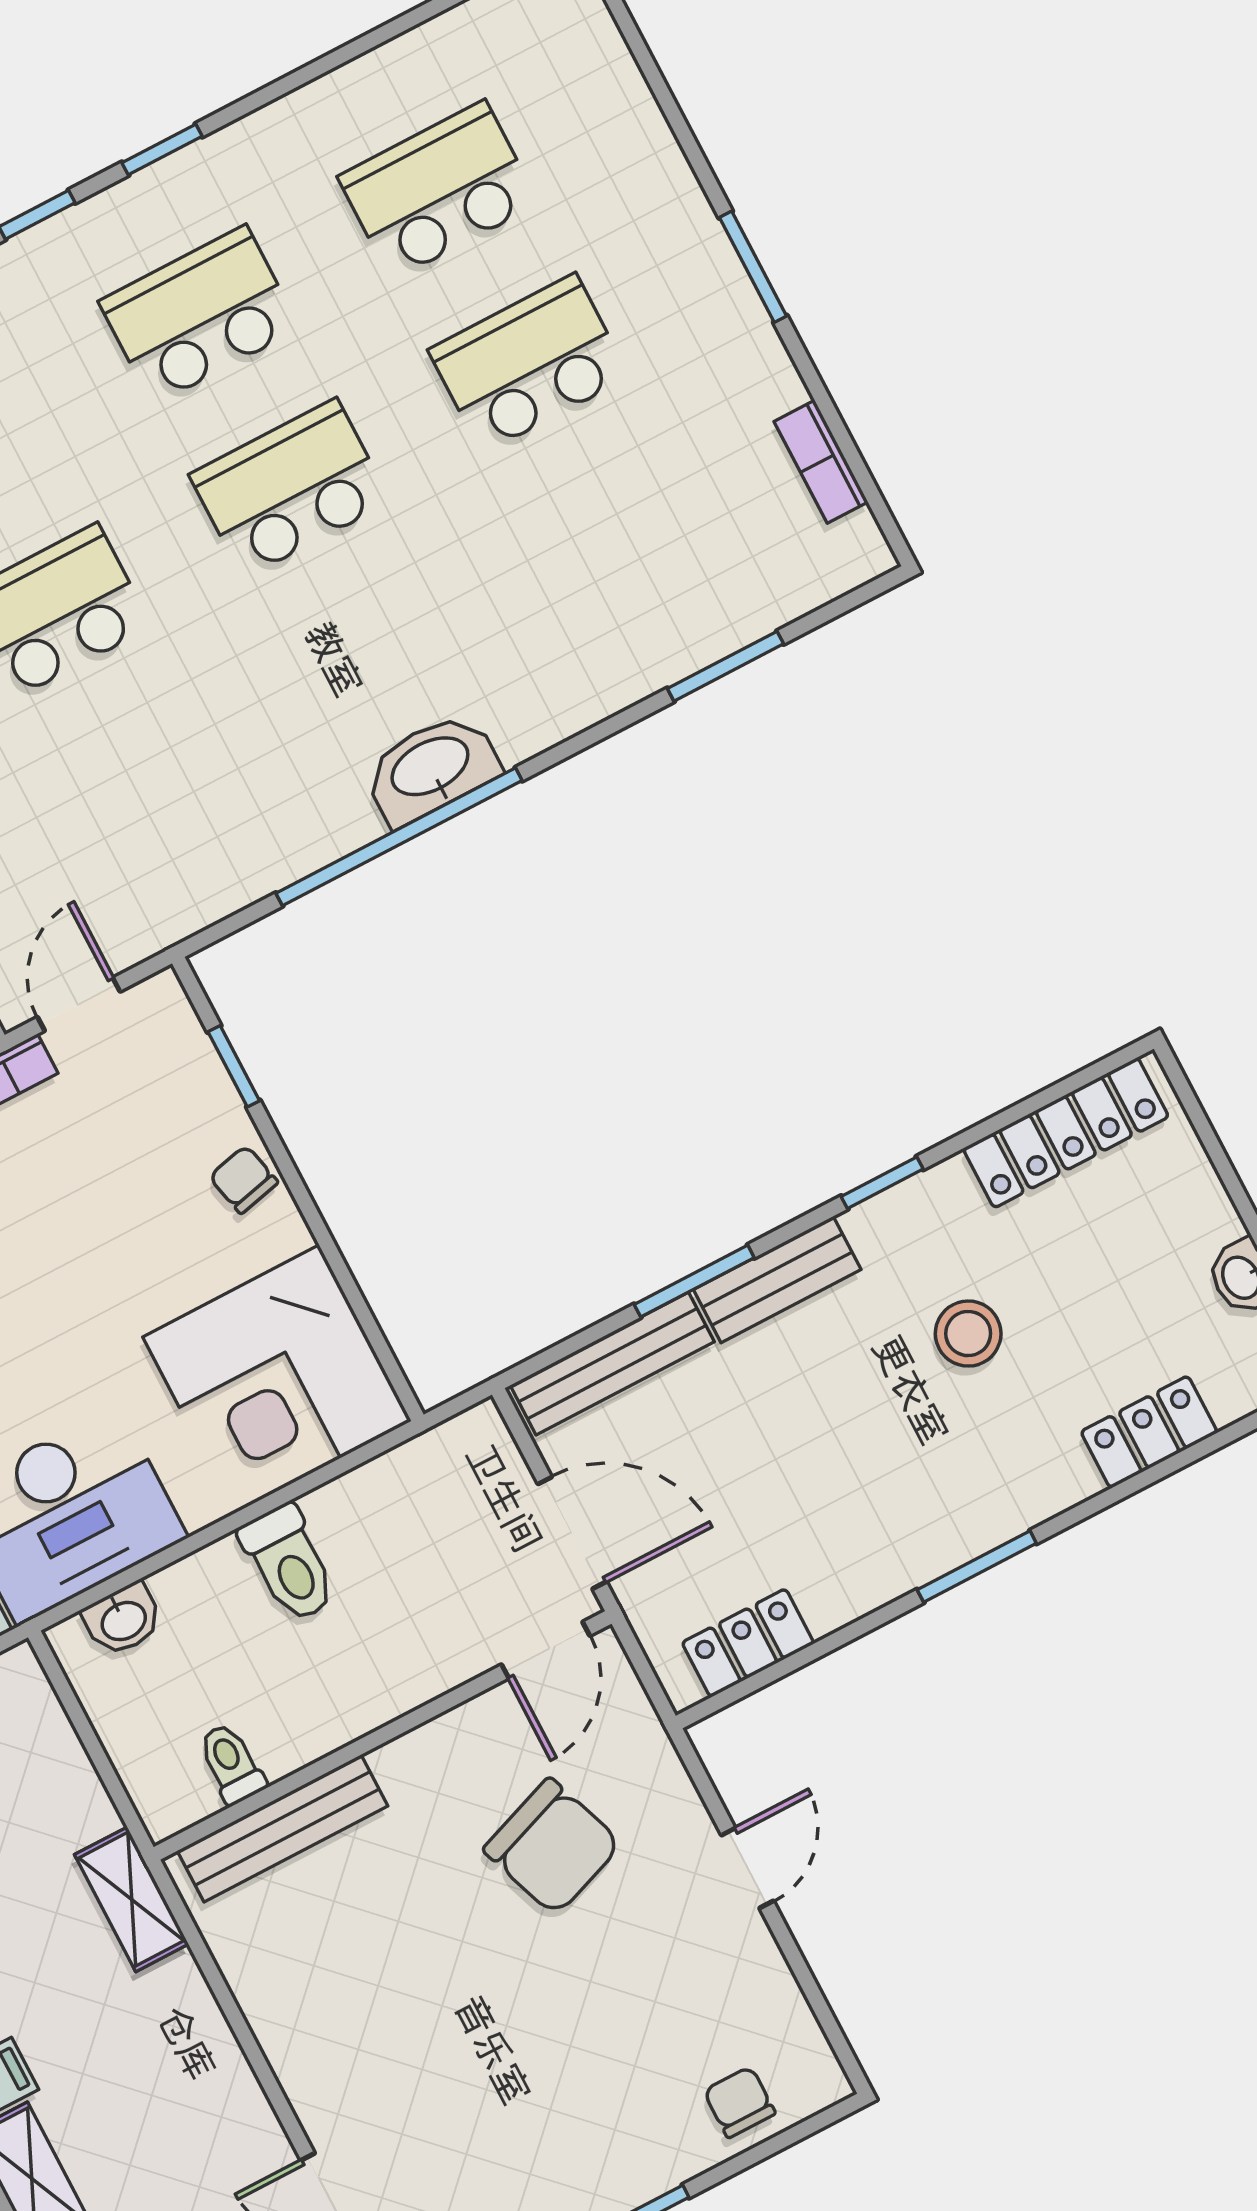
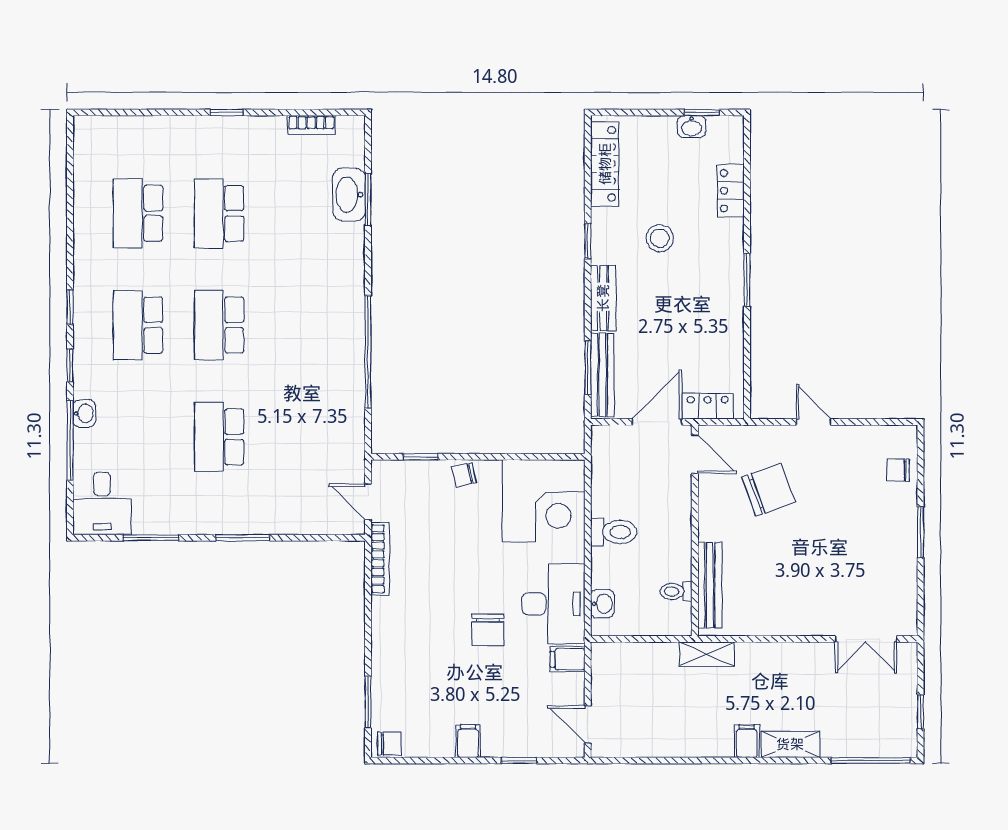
window: (753, 267) -> (227, 112), width x0.67
washbasin: (431, 768) -> (349, 195), moved
window: (694, 1281) -> (588, 368), moved
locker: (748, 1643) -> (708, 406), moved, turned 90

